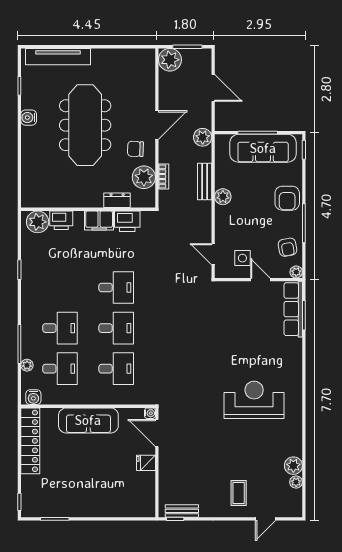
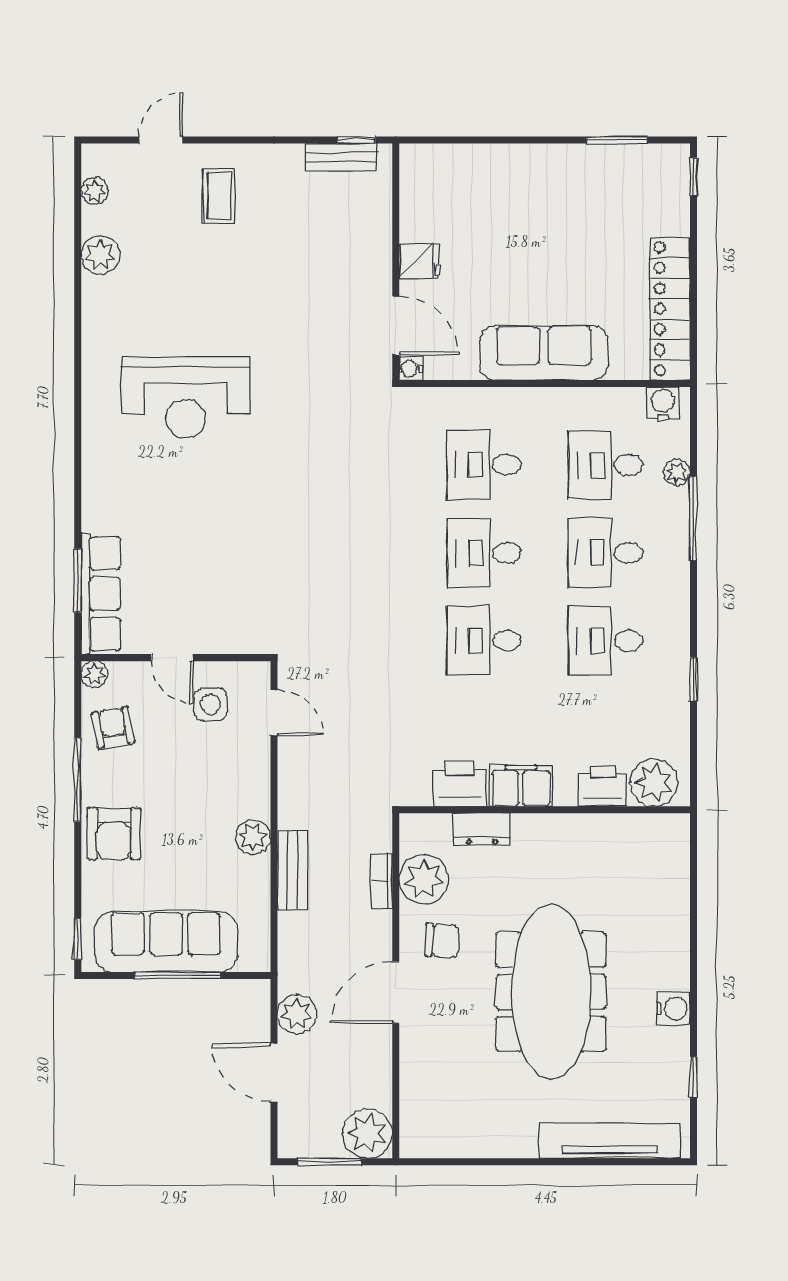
plant: (203, 137) -> (297, 1014), moved
armchair: (287, 198) -> (114, 834), turned 180
desk: (60, 287) -> (605, 641), added
plant: (296, 482) -> (95, 191), moved

